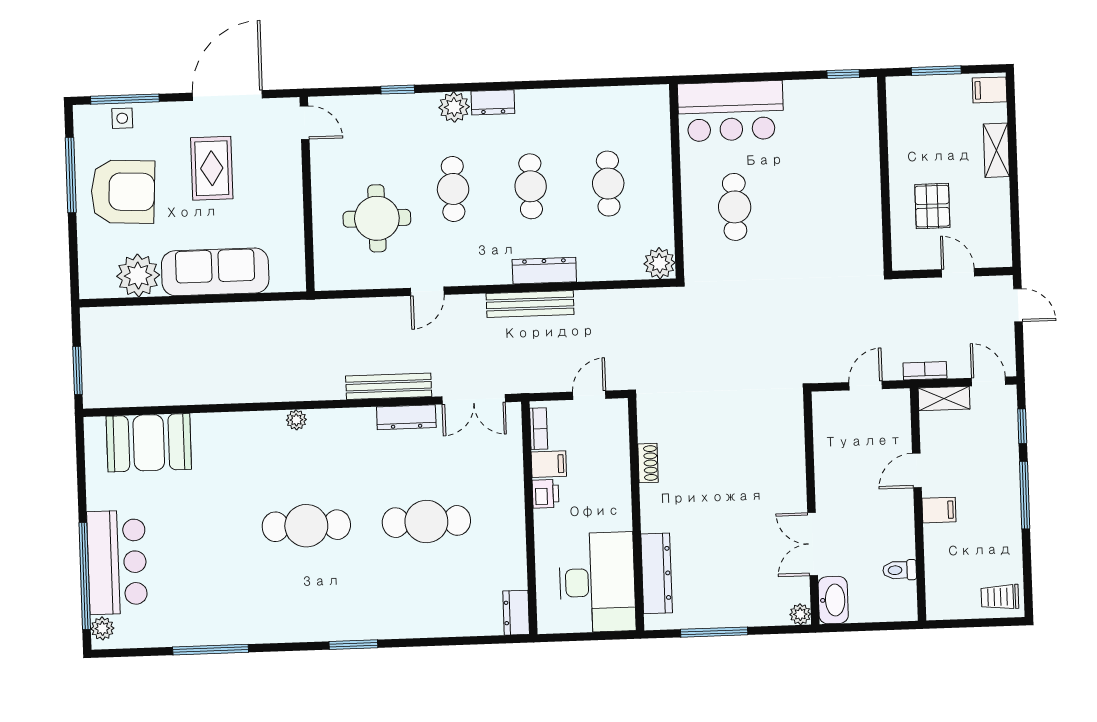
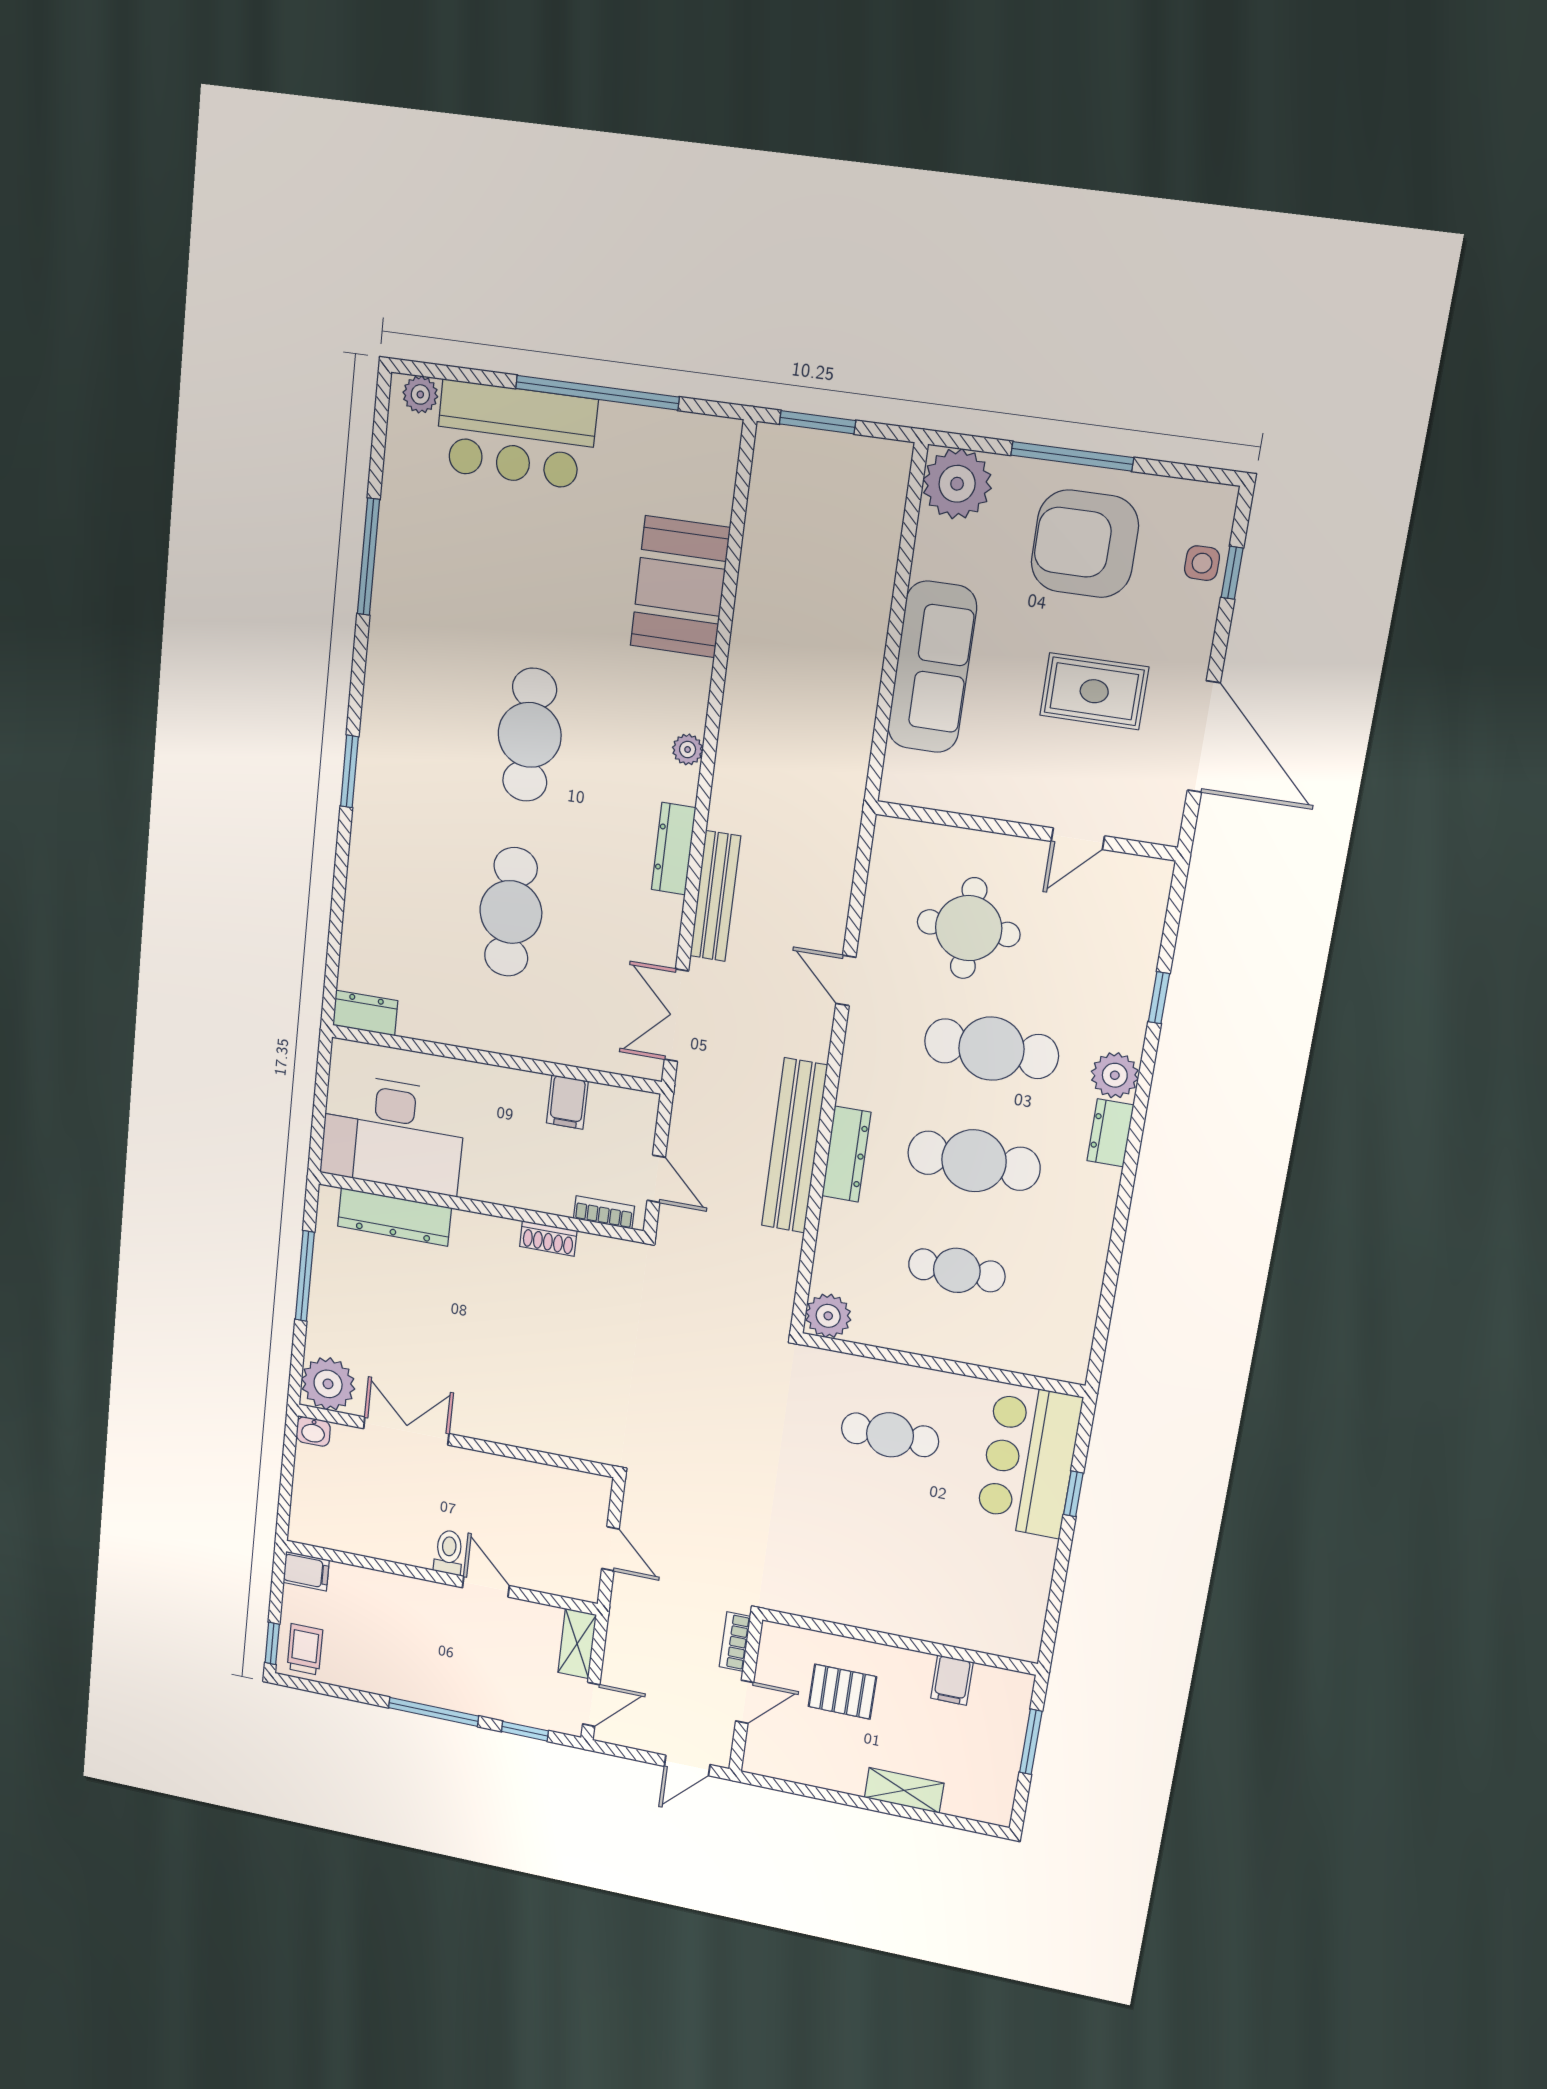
window: (843, 74) -> (1073, 1494), moved
filing cabinet: (990, 90) -> (952, 1680), moved, turned 180
window: (125, 99) -> (1232, 573), width x0.46
door: (305, 123) -> (1078, 839), moved
window: (71, 175) -> (1072, 456), moved
cafe table: (531, 186) -> (974, 1161), width x1.37, depth x1.35
cafe table: (453, 189) -> (991, 1049), width x1.37, depth x1.35
armchair: (123, 192) -> (1085, 544), turned 87
plant: (138, 276) -> (957, 484), moved
bench: (530, 304) -> (794, 1146), width x1.37, depth x1.21
bookcase: (925, 371) -> (735, 1642), moved, turned 180
dresser: (406, 417) -> (674, 849), moved
bookcase: (539, 429) -> (604, 1212), moved, turned 180
booth: (149, 443) -> (680, 587), moved
printer: (546, 494) -> (526, 1089), removed
filing cabinet: (939, 510) -> (306, 1571), moved, turned -90
toilet: (900, 570) -> (449, 1552), moved
window: (85, 576) -> (597, 393), moved
washbasin: (833, 600) -> (313, 1431), width x0.52, depth x0.69
plant: (800, 614) -> (328, 1384), width x1.88, depth x1.88
window: (1002, 622) -> (272, 1643), added

